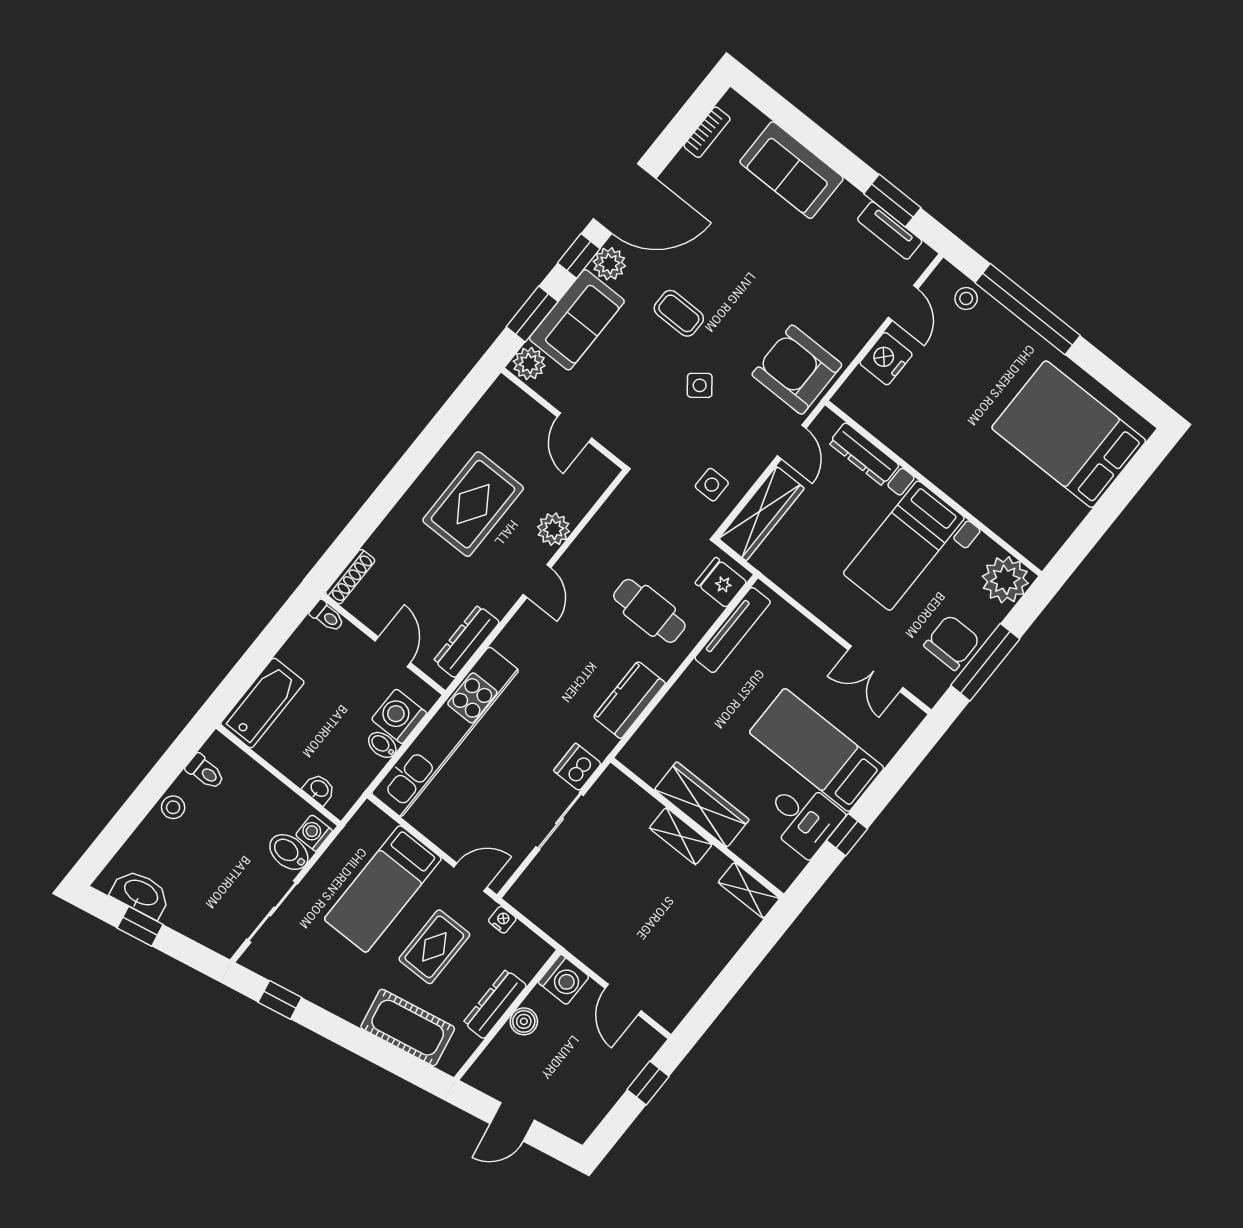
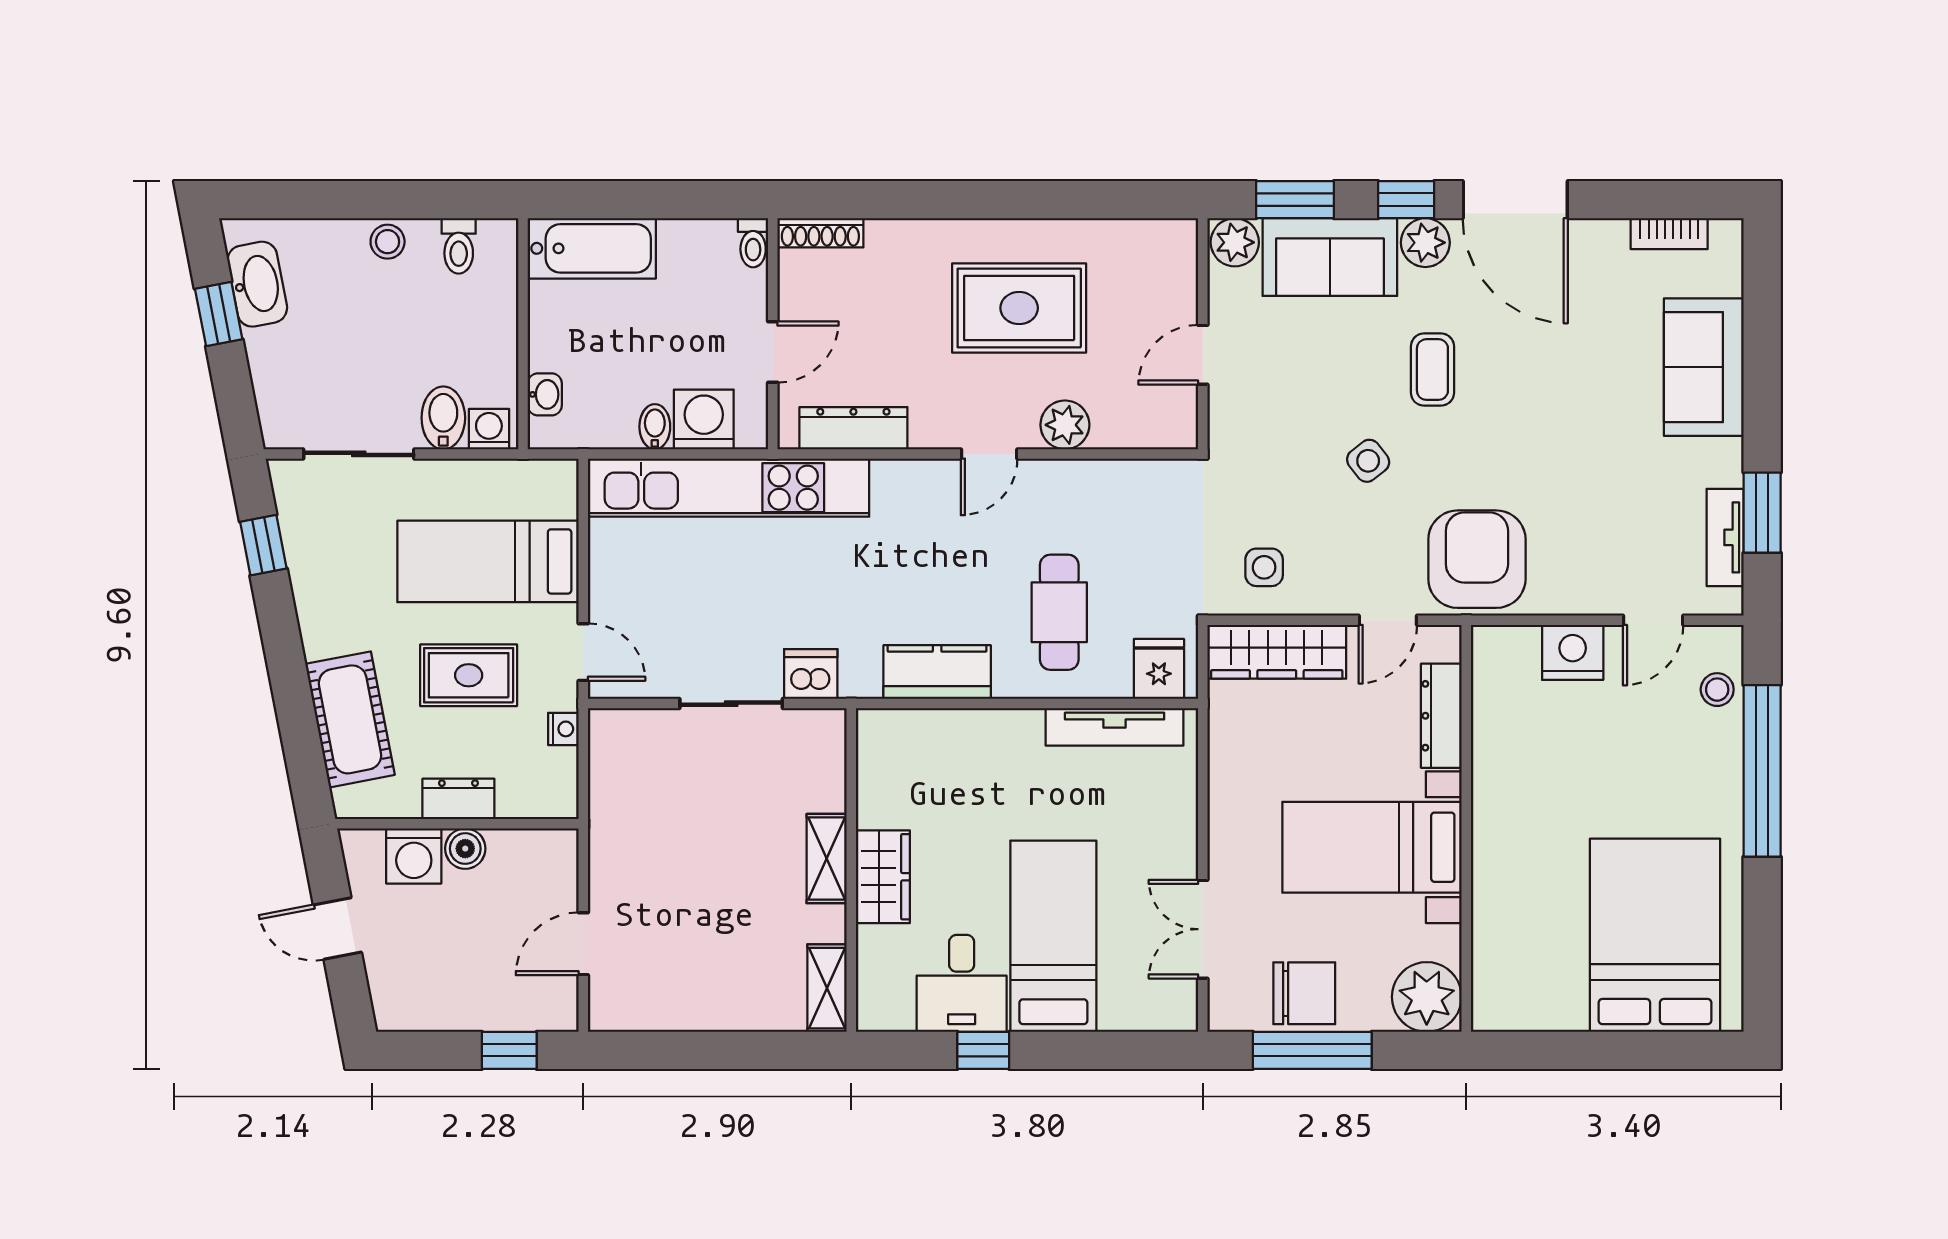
wardrobe: (702, 805) -> (883, 877), width x0.67
washing machine: (564, 980) -> (414, 856), moved
dresser: (495, 1004) -> (458, 799), width x0.70

